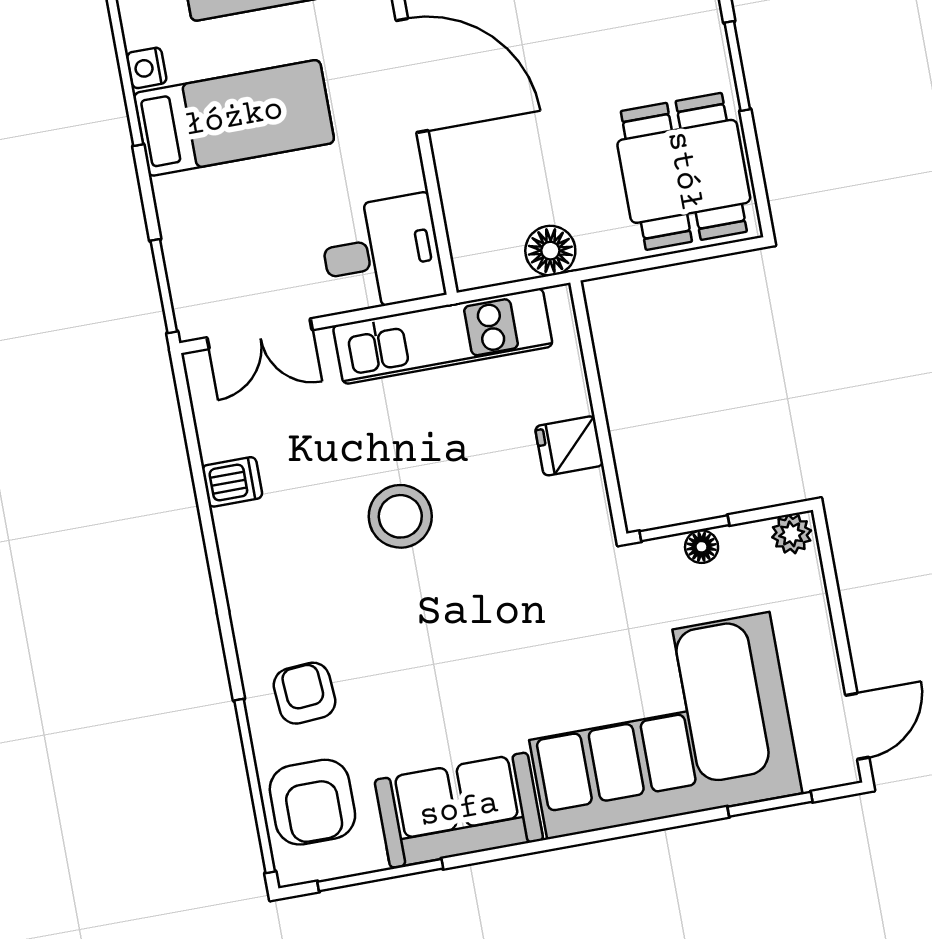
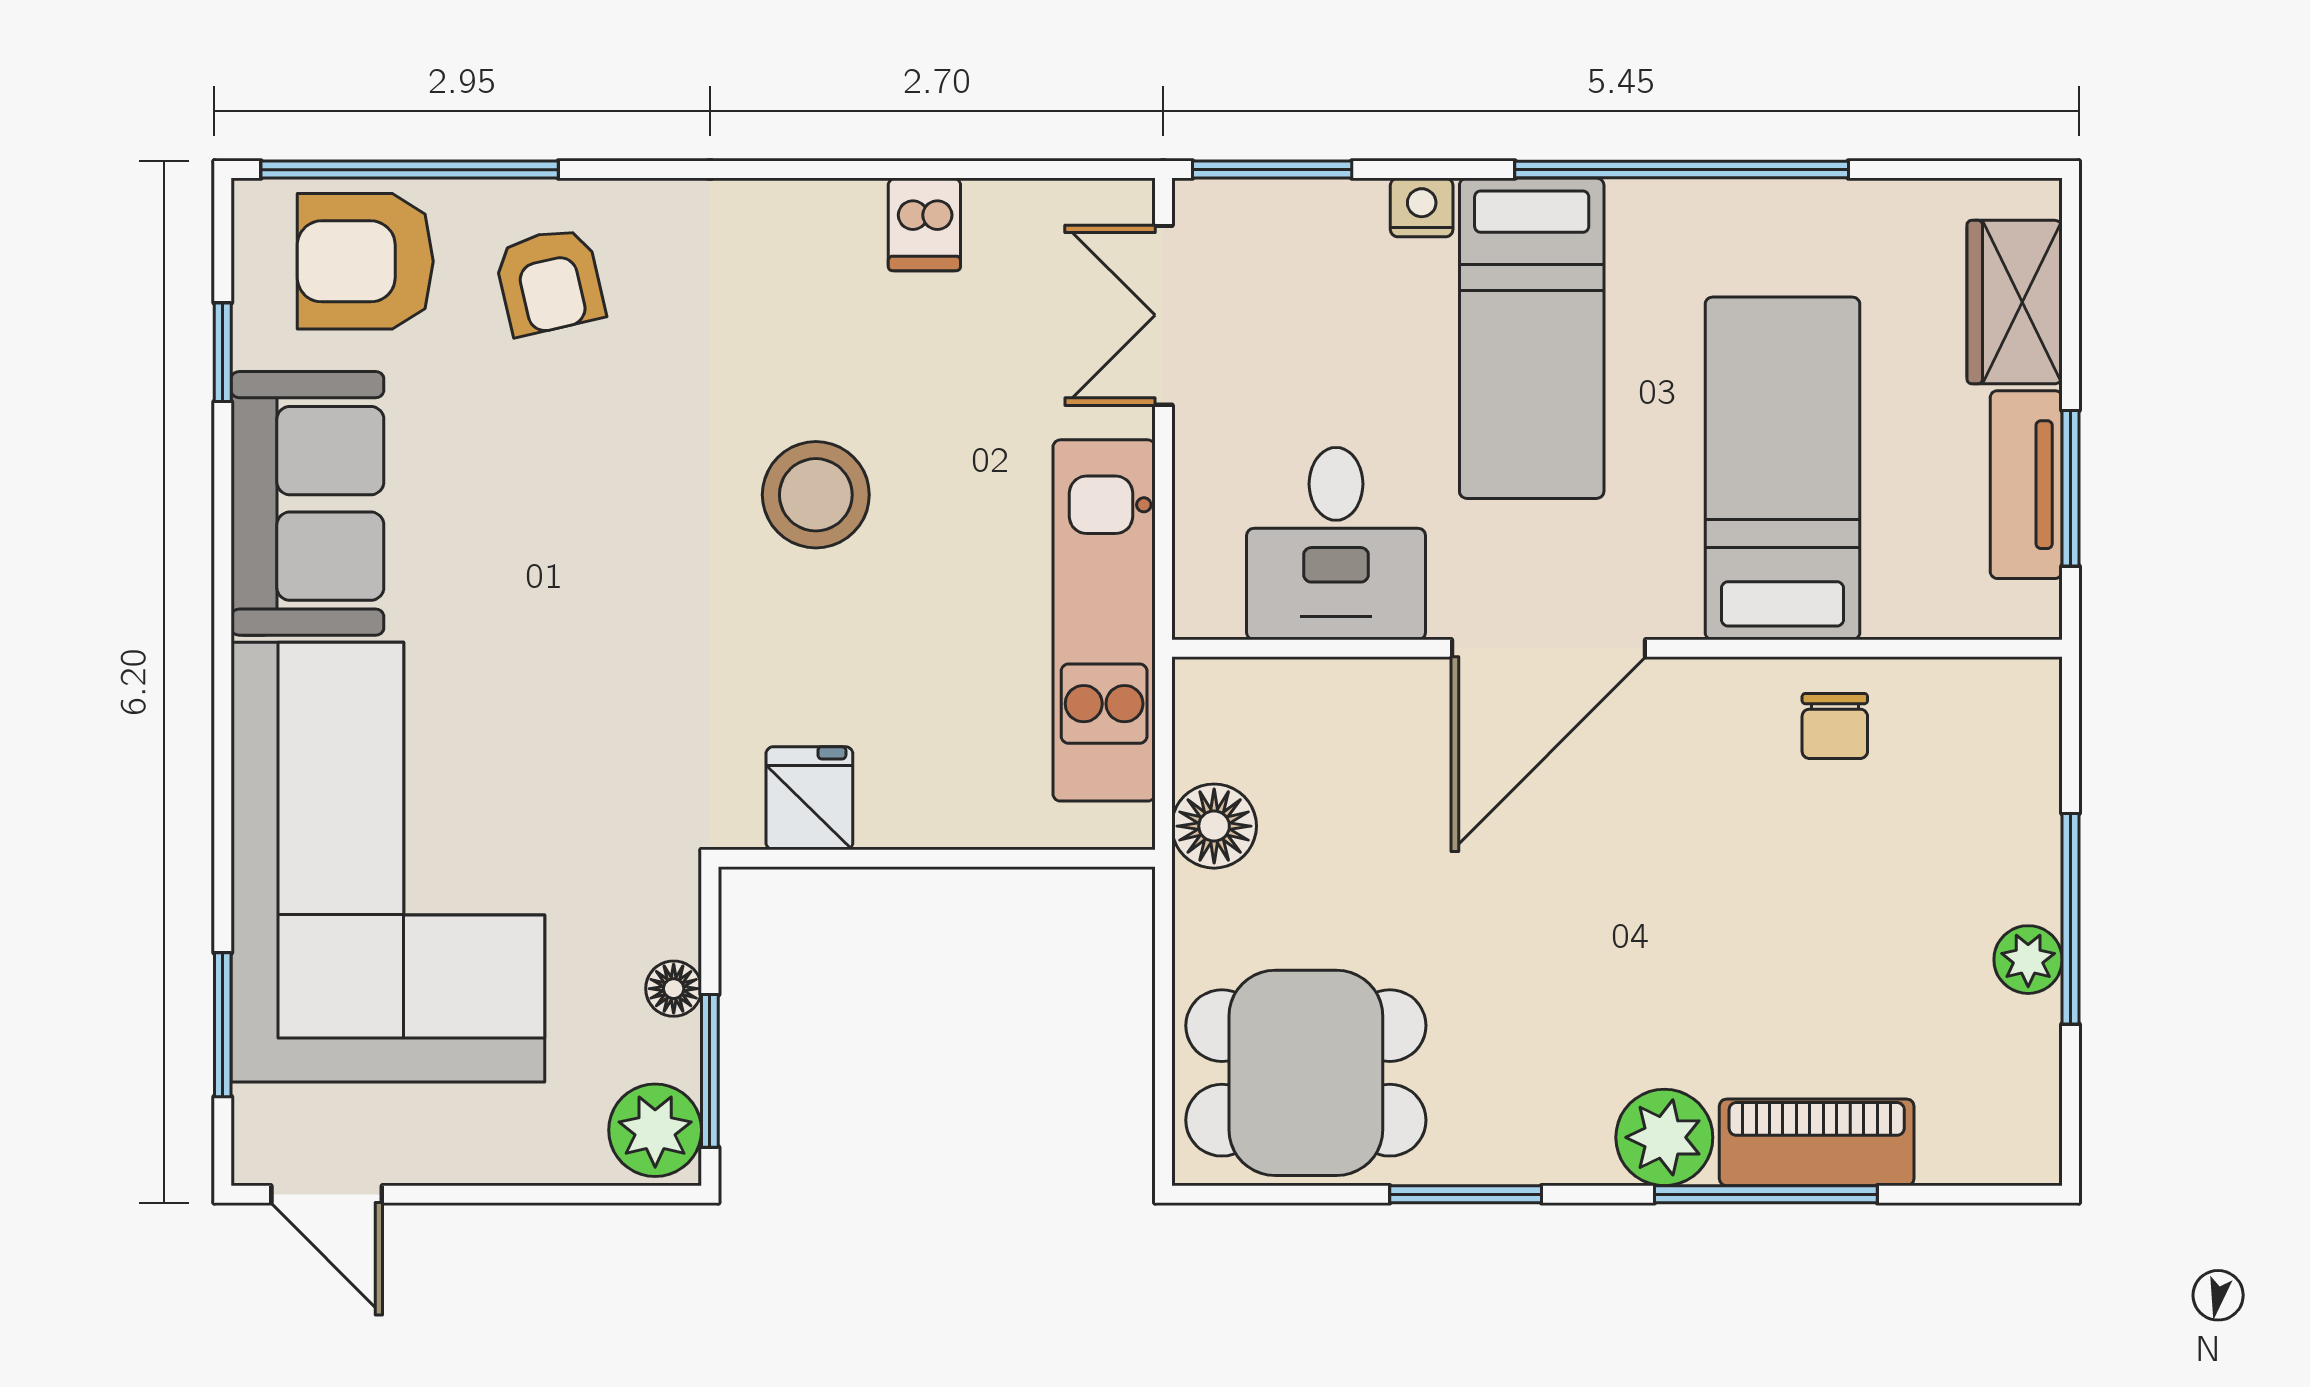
nightstand: (147, 68) -> (1422, 207), moved
desk: (382, 253) -> (1336, 544), moved
fridge: (569, 446) -> (809, 798), moved
window: (684, 528) -> (710, 1071), moved
plant: (792, 534) -> (655, 1130), width x1.38, depth x1.38
armchair: (305, 693) -> (550, 281), turned 81
window: (380, 875) -> (223, 352), width x0.46

